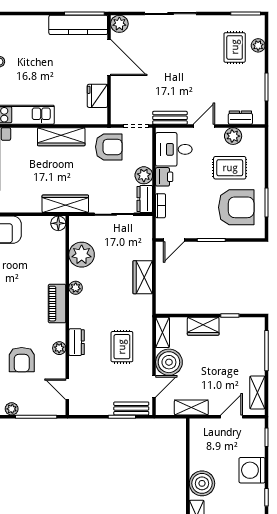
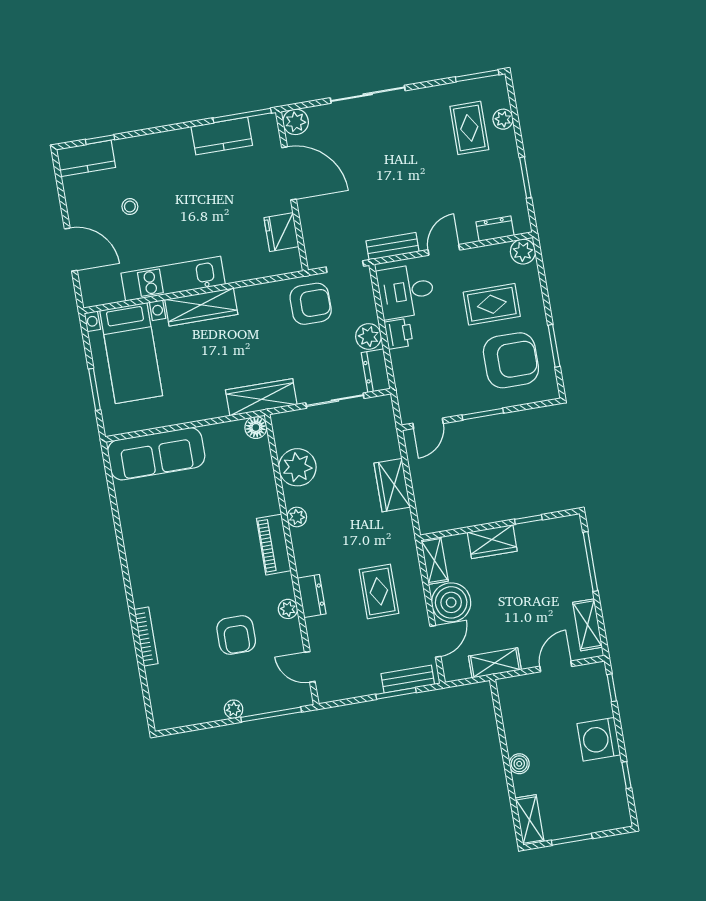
kitchen counter: (78, 25) -> (222, 136), width x0.67
plant: (233, 136) -> (523, 252), moved
wardrobe: (61, 137) -> (201, 307), moved
bookcase: (161, 206) -> (400, 377), removed
boiler: (202, 483) -> (519, 764), width x0.54, depth x0.54

